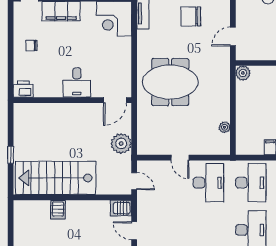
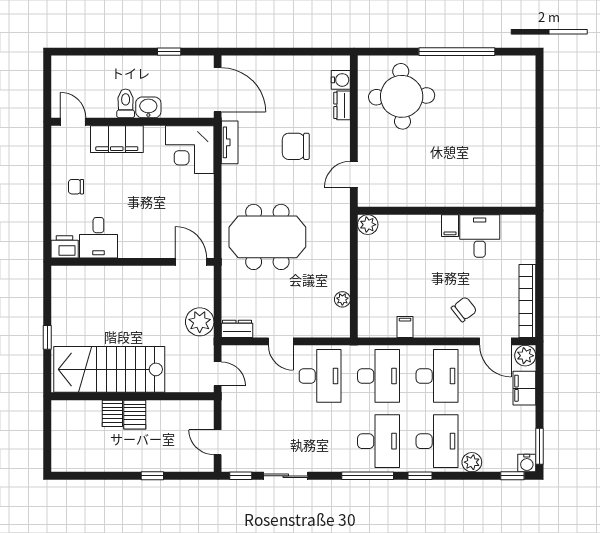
desk: (77, 83) -> (98, 238), moved
door: (115, 100) -> (191, 262), swing flipped
dresser: (148, 149) -> (237, 329), added
server rack: (121, 208) -> (135, 415), moved, turned -90

